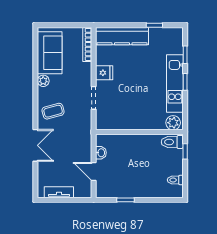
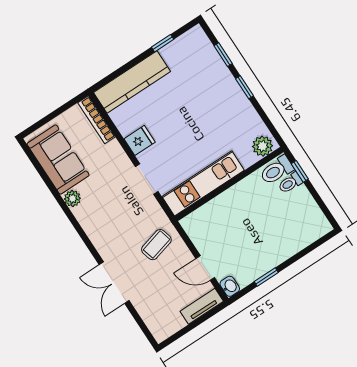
kitchen unit: (175, 83) -> (203, 183), moved, turned 90
coffee table: (53, 111) -> (156, 245), moved
double door: (35, 145) -> (114, 283), swing flipped
washbasin: (101, 153) -> (230, 286), moved
toilet: (175, 180) -> (290, 183), moved
tv unit: (59, 192) -> (202, 306), moved

